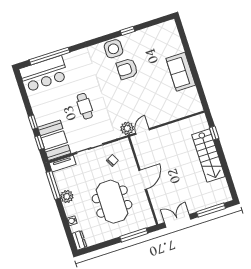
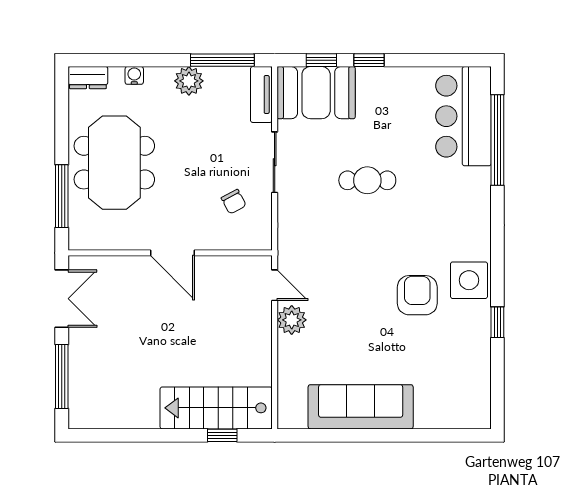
sofa: (181, 72) -> (361, 407), width x1.36
plant: (127, 128) -> (292, 320), moved
stairs: (208, 156) -> (216, 408), moved
meeting table: (112, 202) -> (114, 163), moved, turned 90

